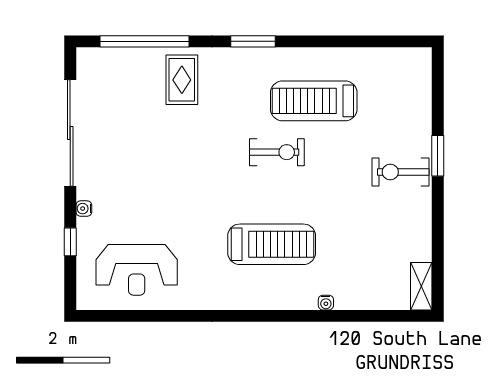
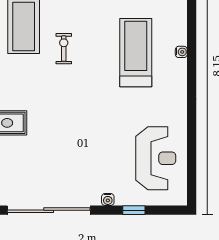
exercise bike: (277, 152) -> (64, 49), width x0.73, depth x0.72
water cooler: (326, 303) -> (181, 52), moved

